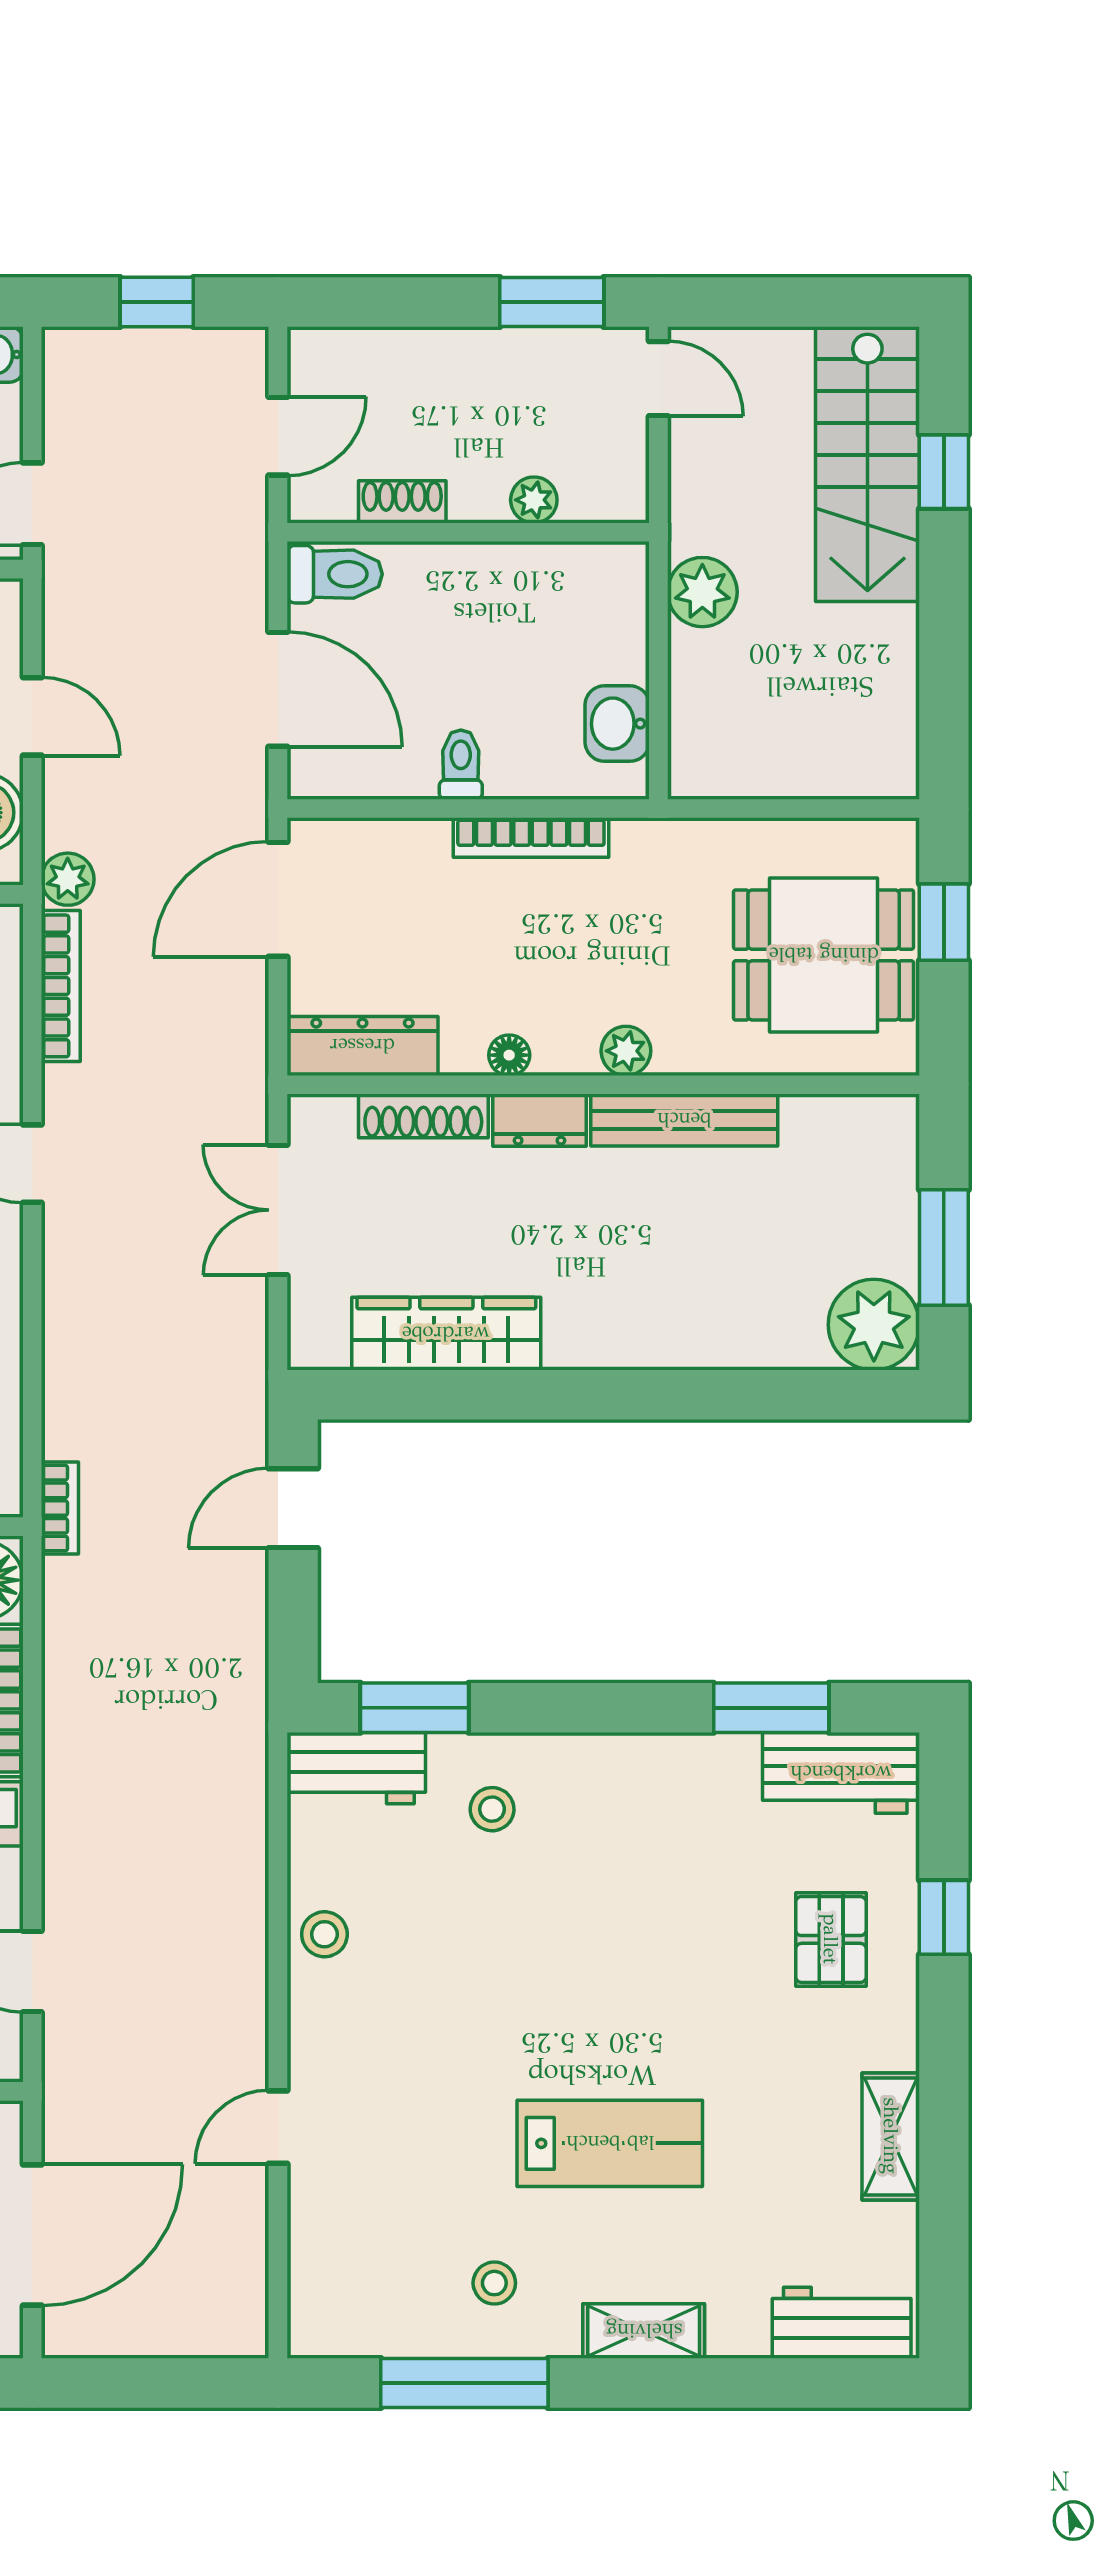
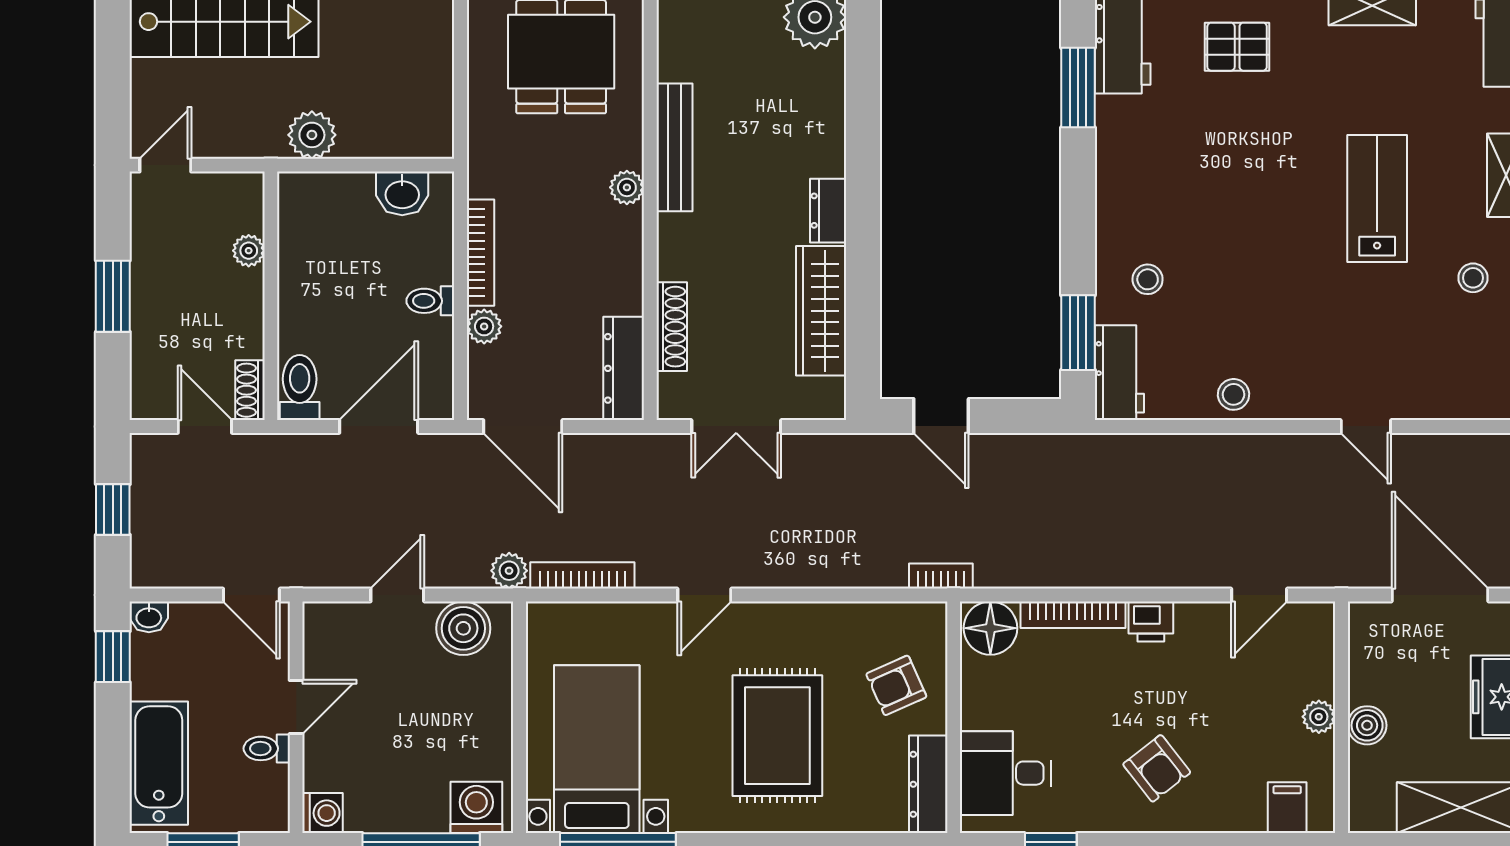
window: (552, 302) -> (113, 296), moved
shoe rack: (402, 502) -> (250, 390), moved
plant: (423, 843) -> (484, 326), added
floor lamp: (509, 1055) -> (630, 268), removed
dresser: (540, 1120) -> (828, 211), moved, turned 180

